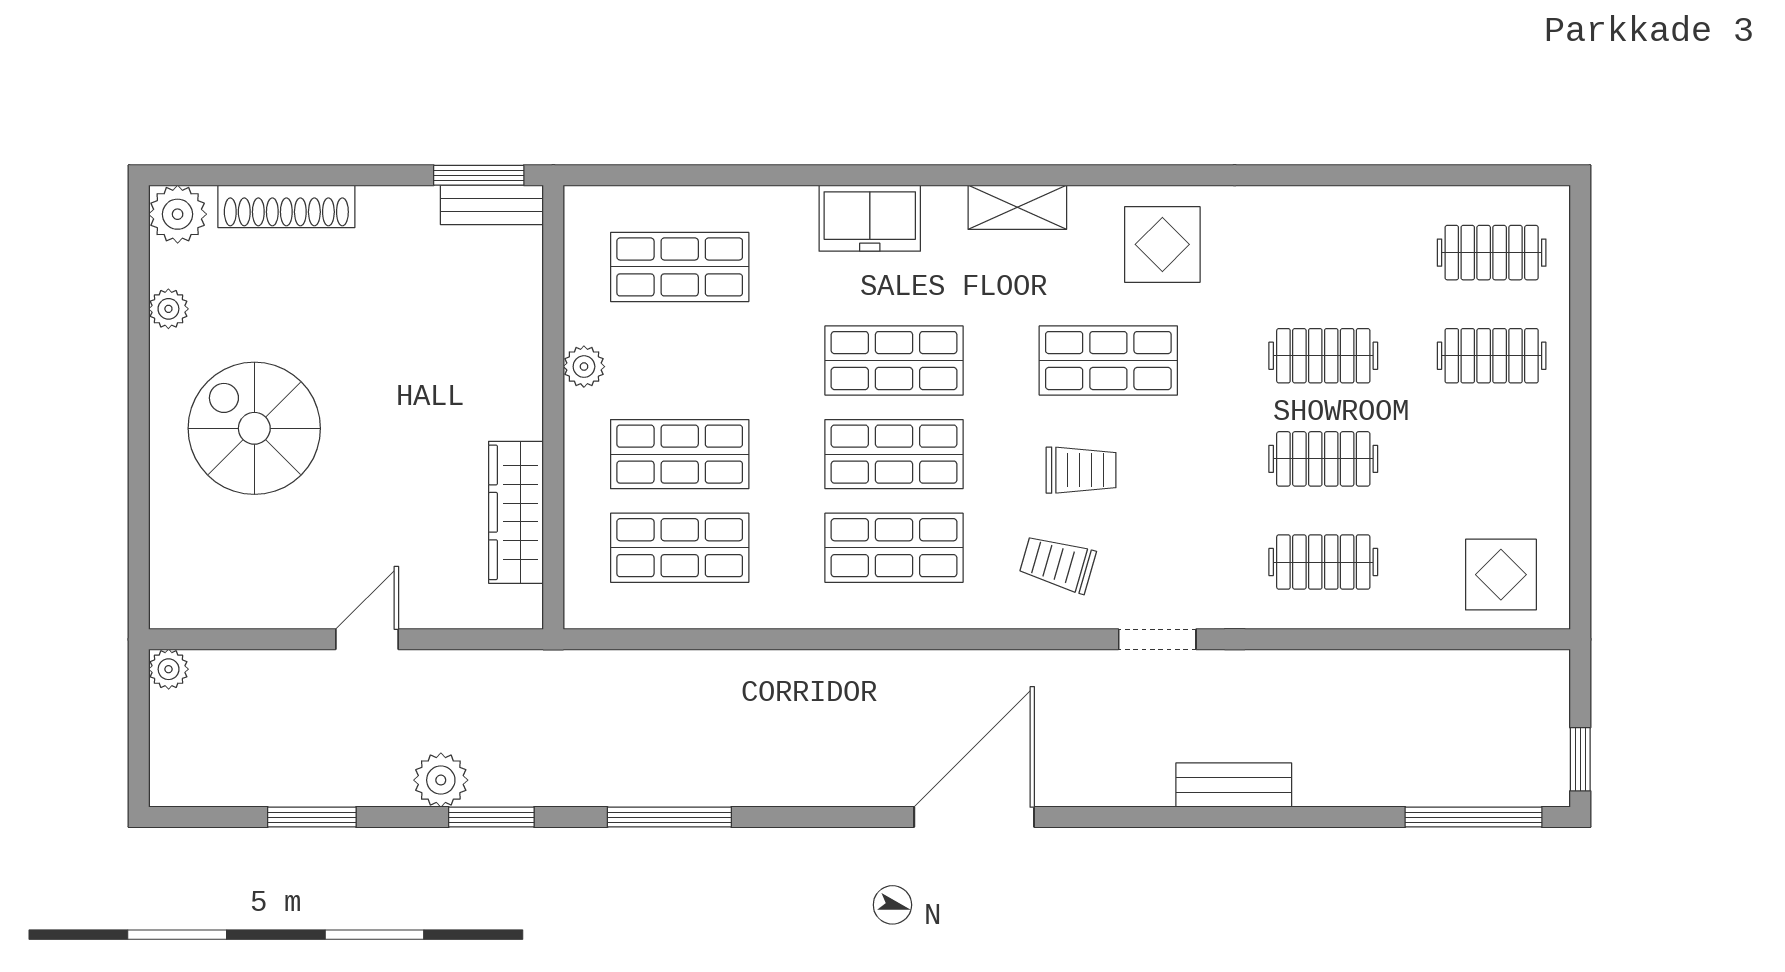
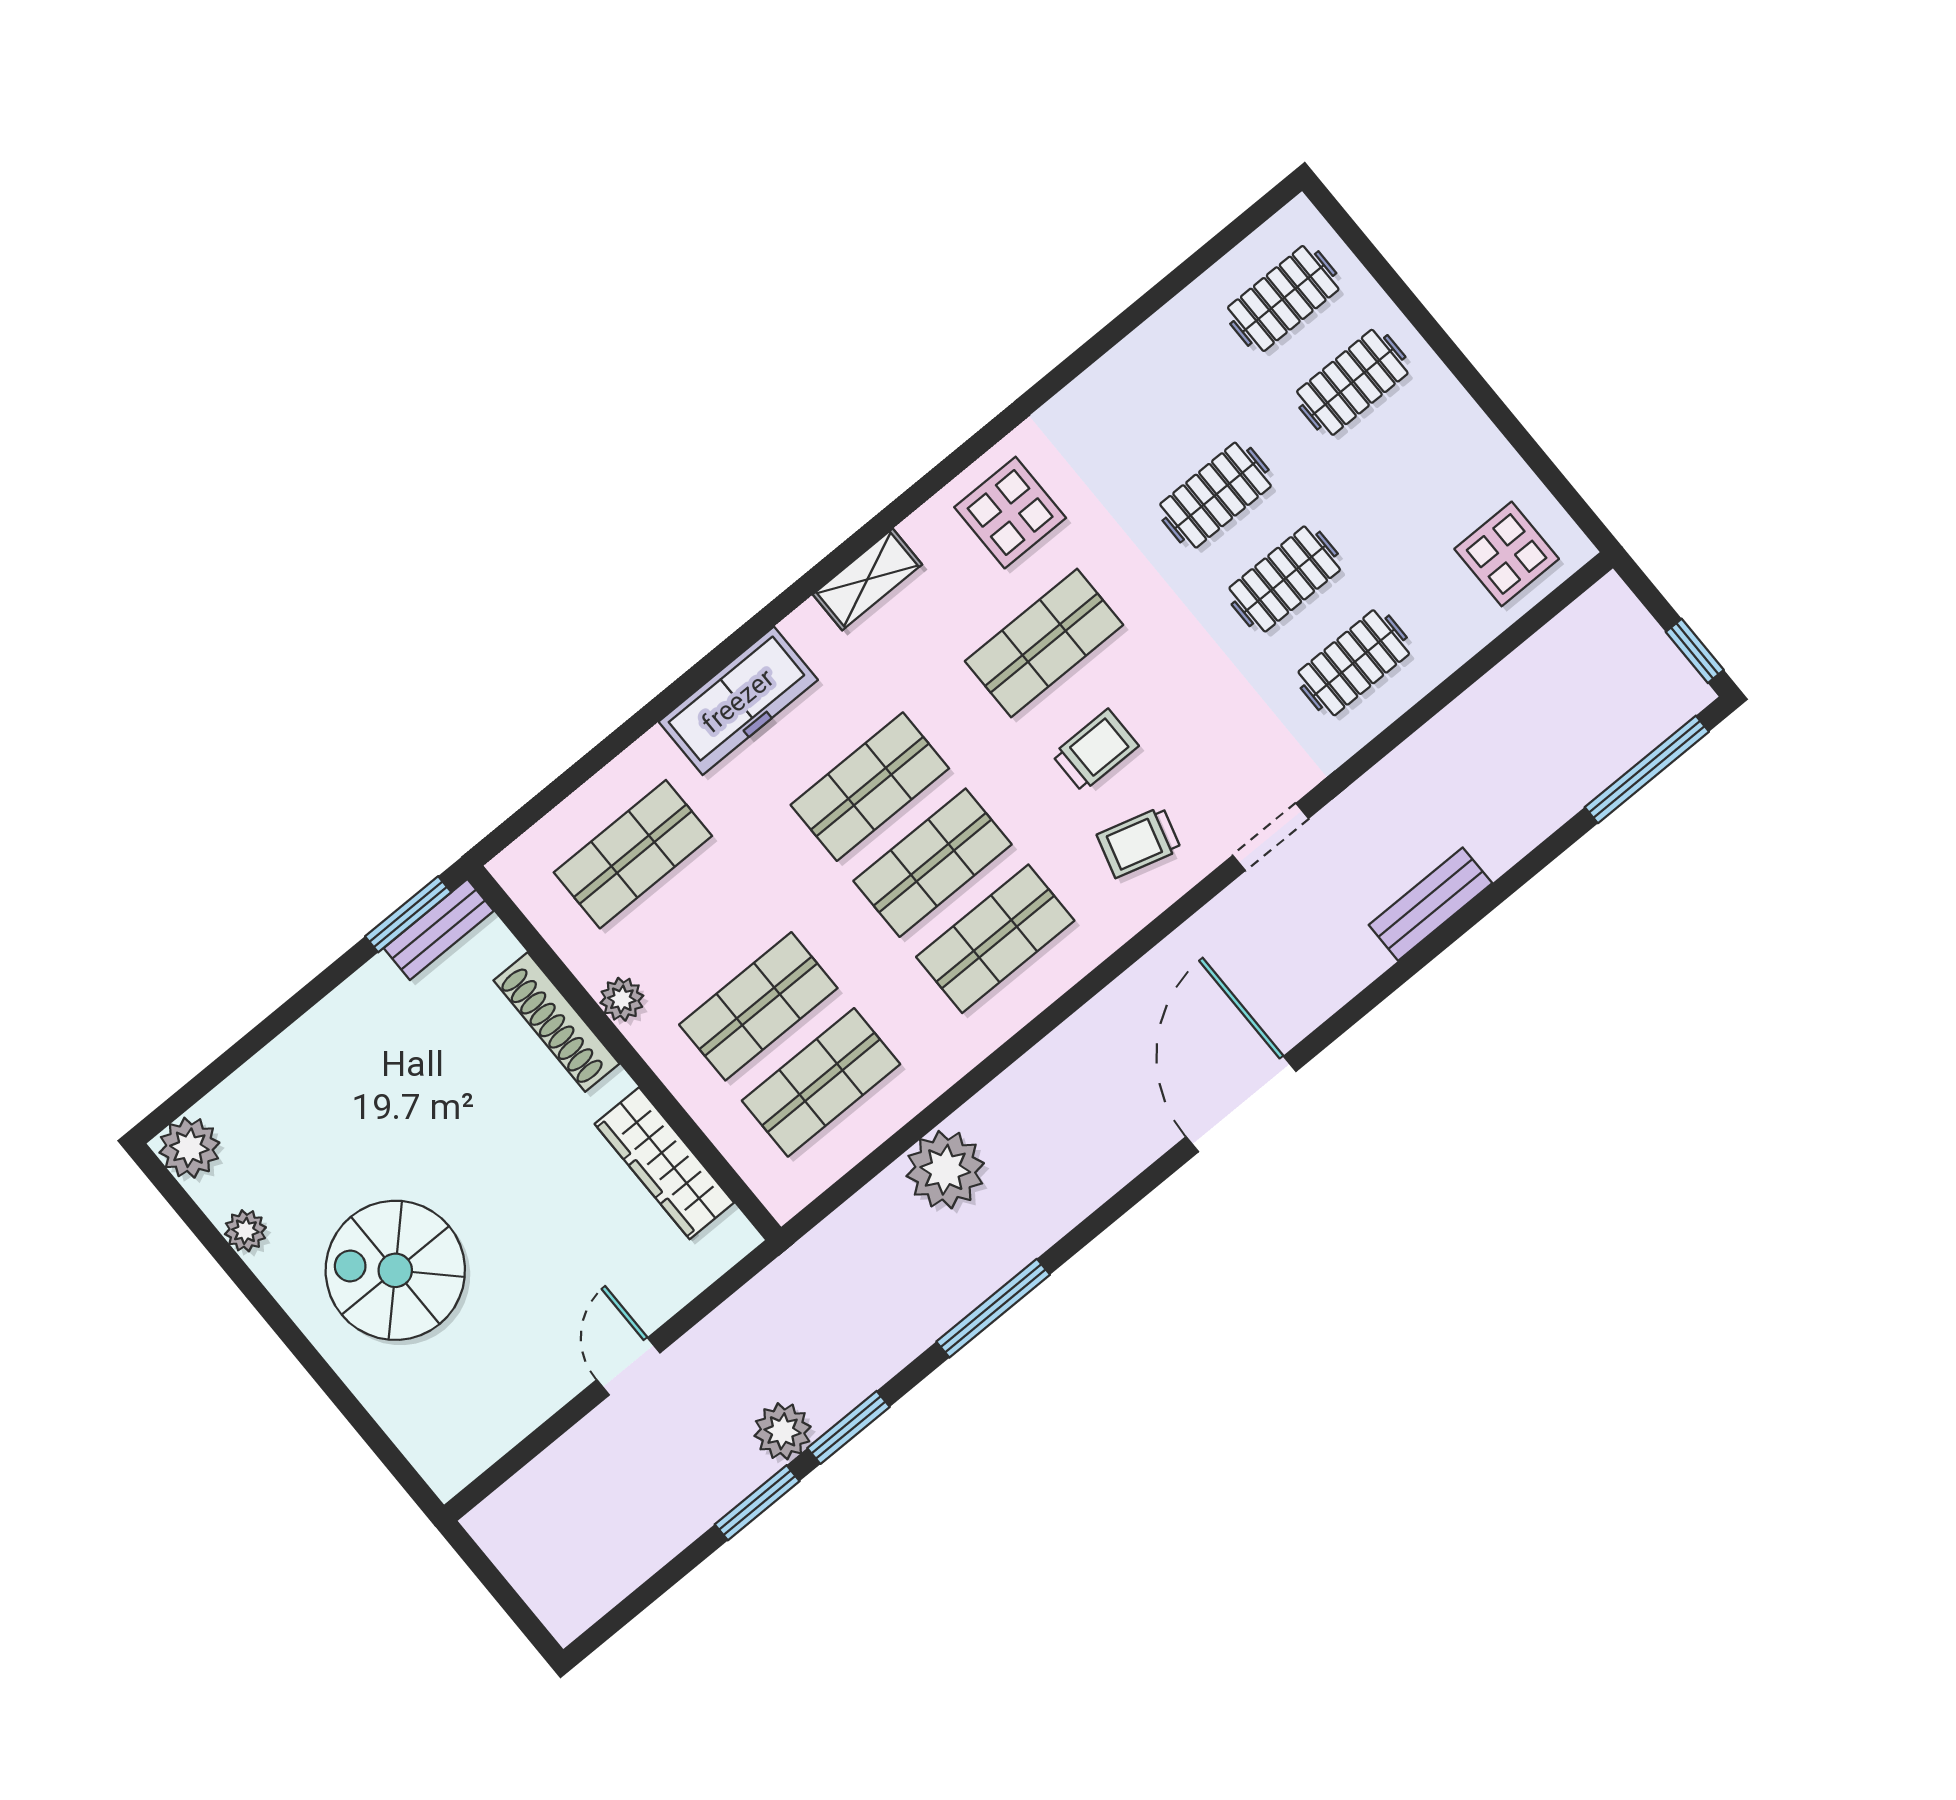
shoe rack: (286, 206) -> (556, 1022), moved, turned 90
freezer: (870, 218) -> (738, 701), width x1.40
plant: (169, 669) -> (945, 1170), moved, width x1.87, depth x1.87
window: (312, 817) -> (757, 1503), moved

